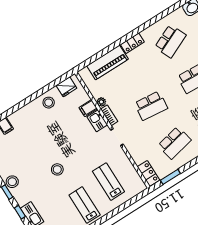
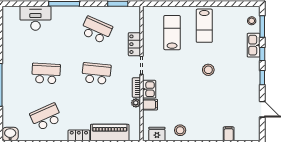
school desk: (174, 143) -> (96, 30), turned 36
locker: (148, 173) -> (134, 44), moved
stool: (12, 182) -> (252, 83), removed
lab bench: (108, 182) -> (172, 33), turned 180

